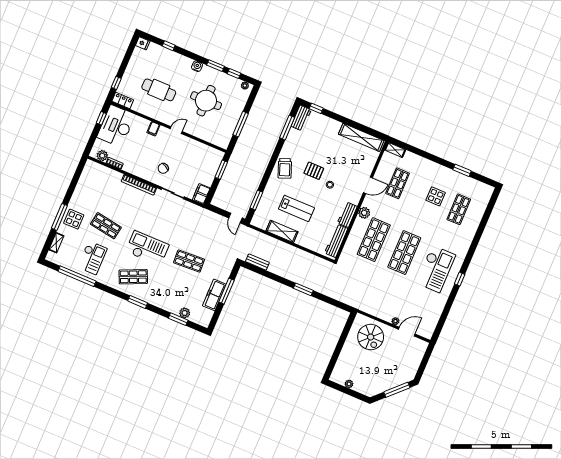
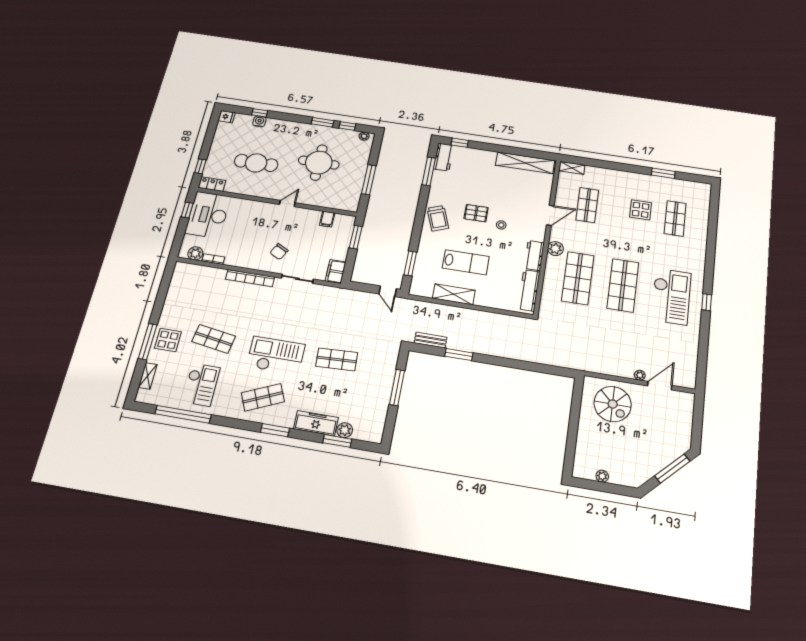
water cooler: (197, 66) -> (259, 121), moved
filing cabinet: (153, 129) -> (327, 219), moved
window: (303, 289) -> (459, 355), moved
freezer: (214, 295) -> (316, 423), moved, turned 90

